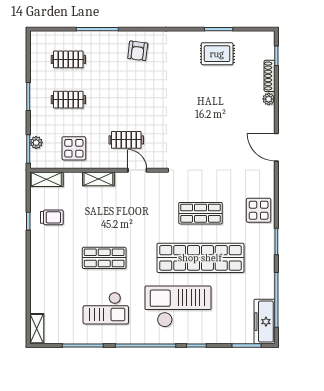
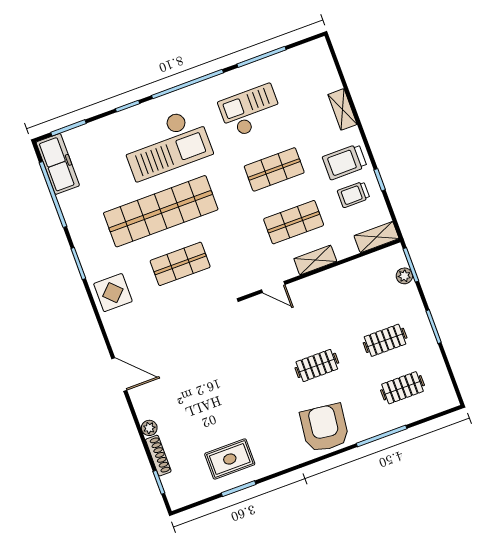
armchair: (138, 51) -> (325, 428), width x1.88, depth x1.88
clothes rail: (126, 140) -> (317, 365), moved
display table: (74, 148) -> (357, 285), removed
shop shelf: (104, 213) -> (294, 222), added
trolley: (50, 244) -> (345, 162), added
shelving: (37, 329) -> (342, 109), moved

